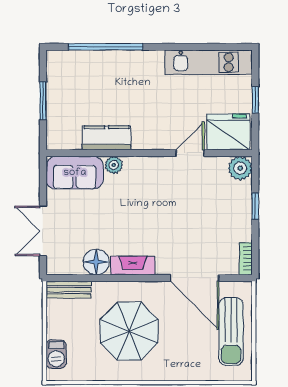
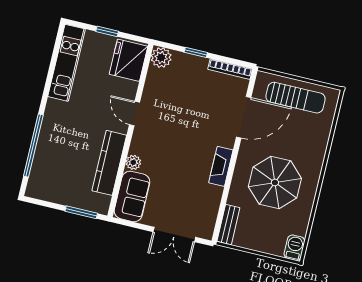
window: (43, 101) -> (81, 212), moved
kitchen counter: (107, 138) -> (109, 163), width x1.50
door: (190, 153) -> (134, 113), moved
bookcase: (246, 259) -> (230, 69), width x1.56
floor lamp: (96, 262) -> (211, 196), removed
barbecue: (56, 354) -> (294, 248), moved, turned -90

